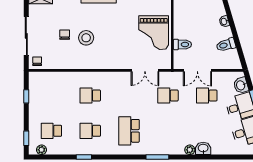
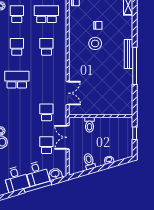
grand piano: (154, 33) -> (99, 100), removed
double door: (145, 70) -> (68, 93), swing flipped
school desk: (51, 96) -> (46, 14), added

